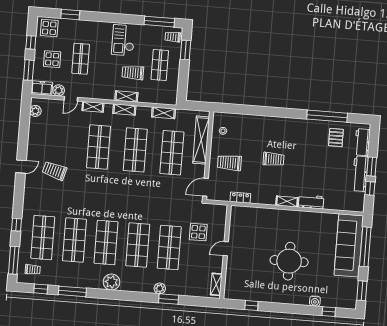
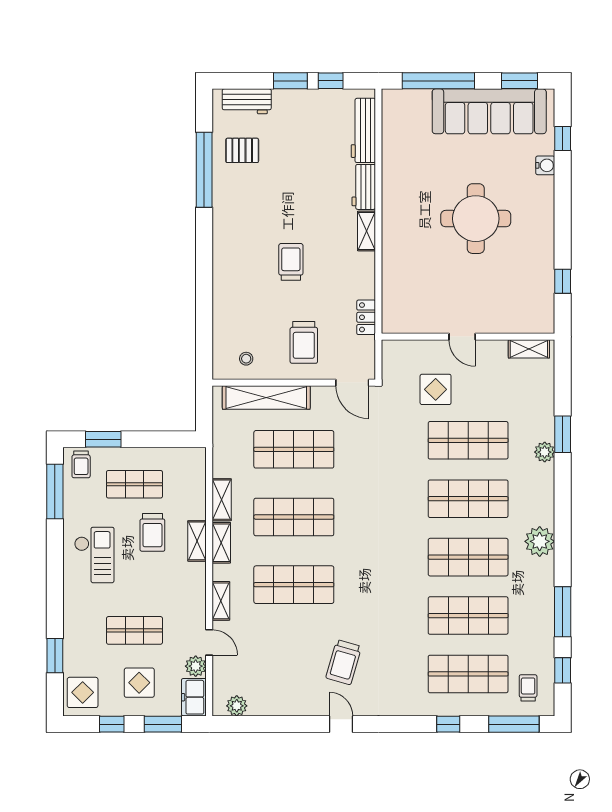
checkout: (123, 40) -> (94, 555), turned -90
shelving: (164, 113) -> (222, 500), moved
workbench: (360, 174) -> (363, 130), moved, turned 90
sofa: (349, 245) -> (489, 111), moved

